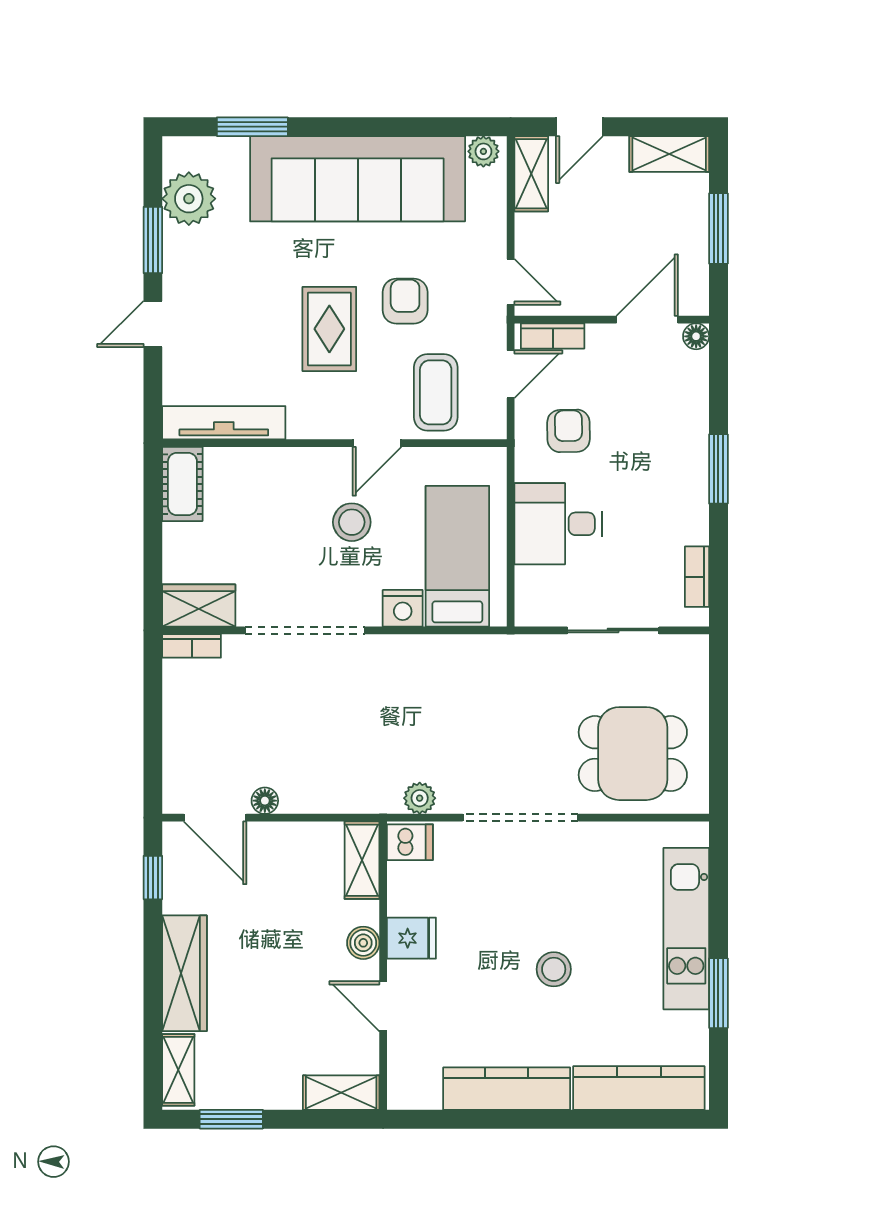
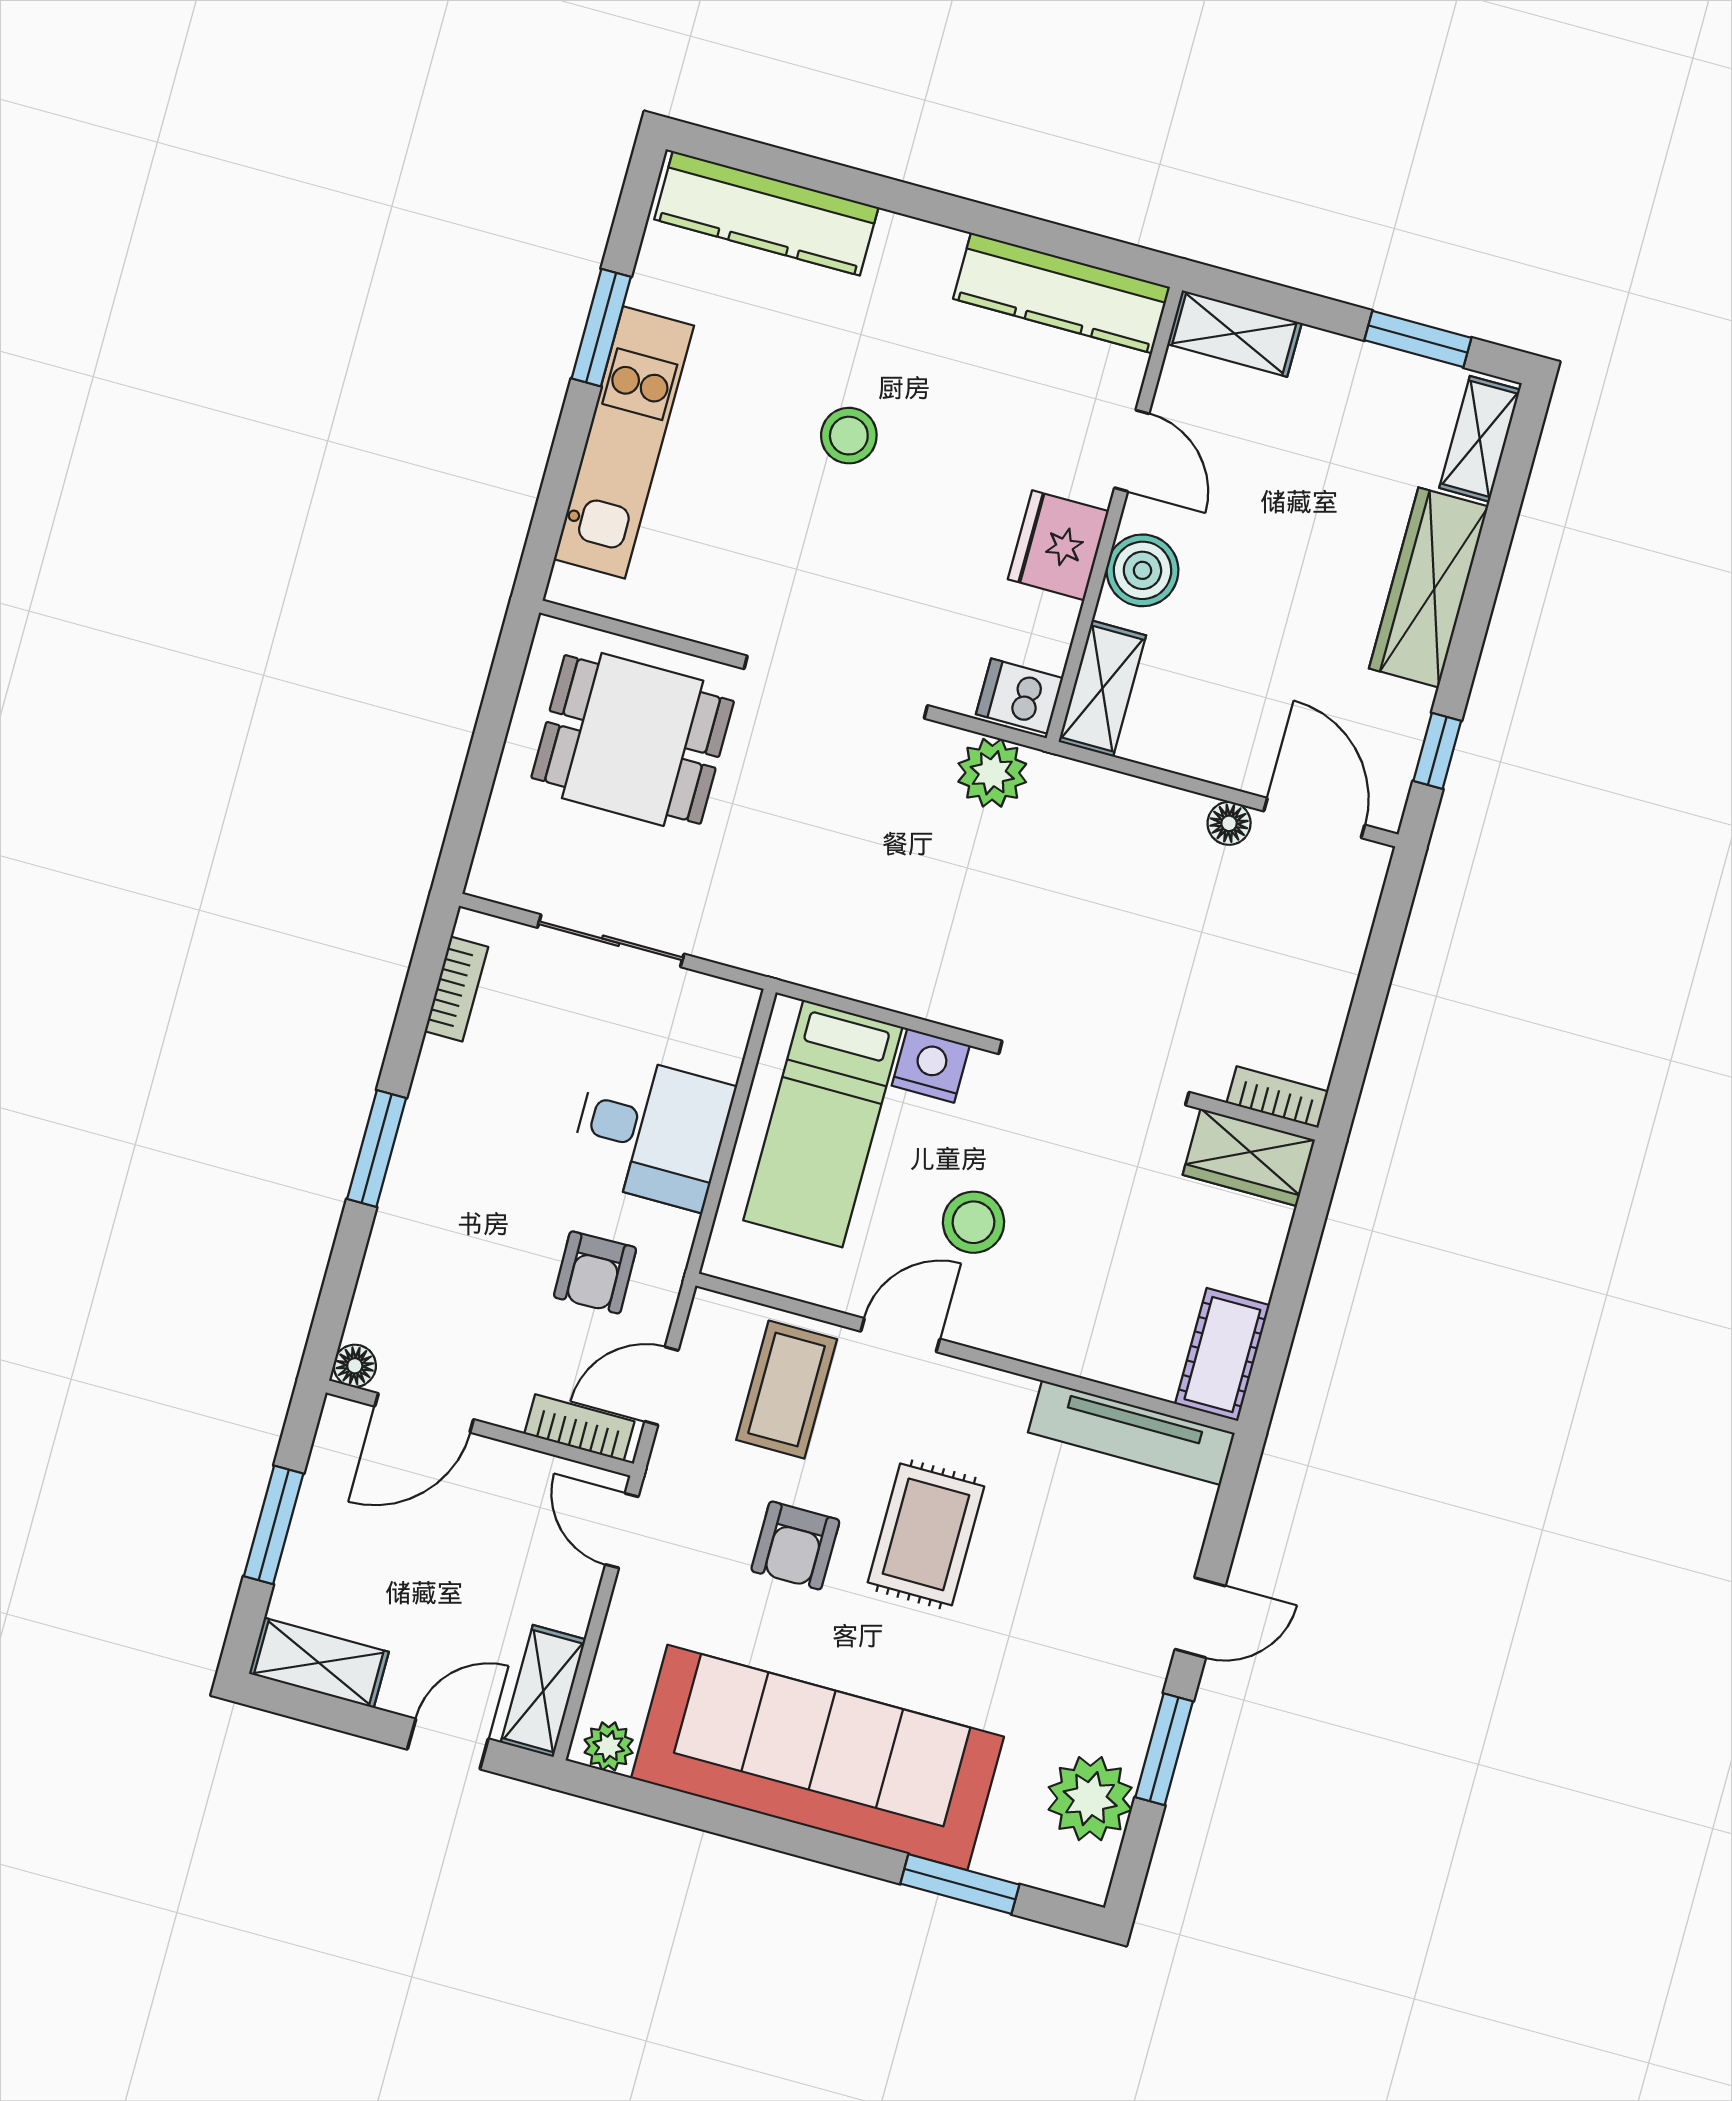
plant: (420, 798) -> (992, 773), width x1.38, depth x1.38
fridge: (411, 938) -> (1058, 545), width x1.38
boiler: (363, 943) -> (1142, 570), width x1.36, depth x1.36
kitchen counter: (507, 1089) -> (1062, 293), moved

